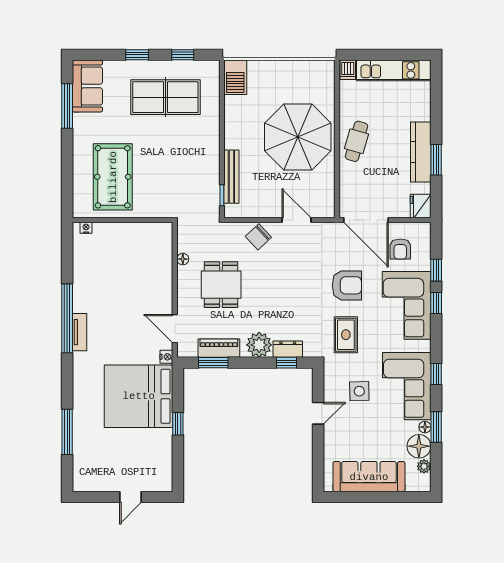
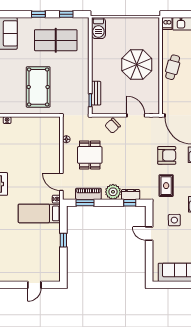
parasol: (298, 137) -> (137, 65), width x0.73, depth x0.73
pool table: (113, 177) -> (38, 87), moved
bench: (231, 177) -> (96, 93), width x0.73
bed: (139, 396) -> (39, 213), width x0.49
door: (318, 413) -> (149, 234), swing flipped

